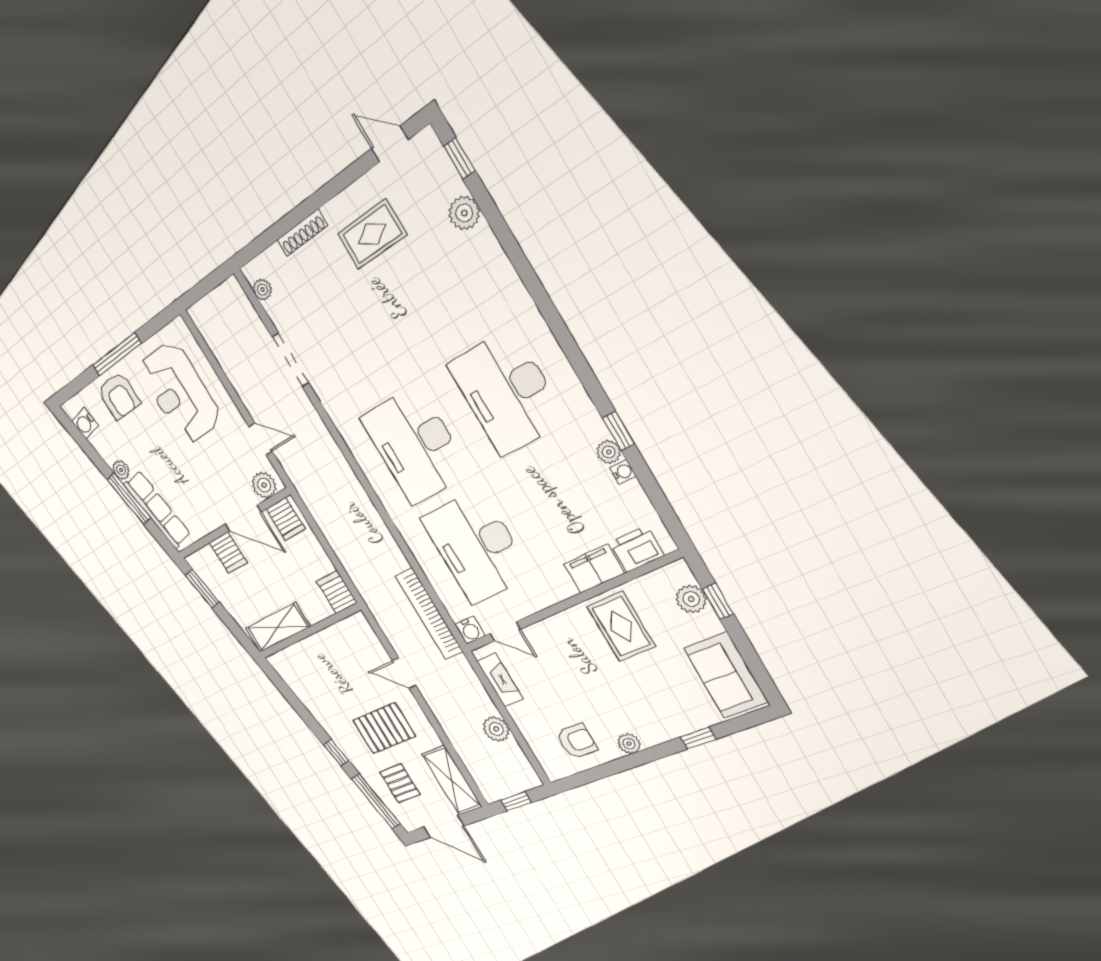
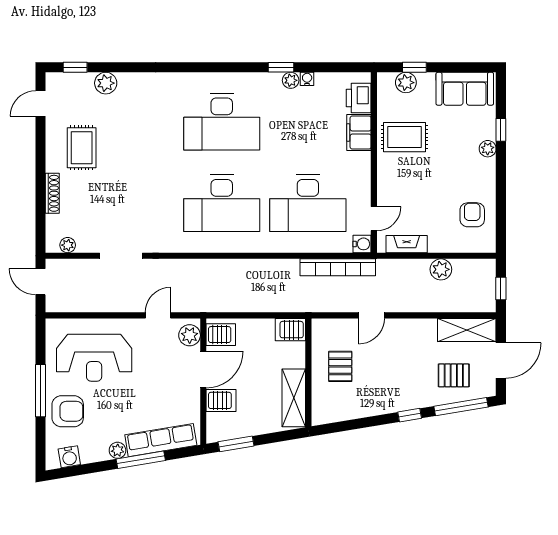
door: (209, 283) -> (41, 282), added
pallet: (384, 728) -> (340, 366), moved, width x0.67, depth x0.71
plant: (629, 744) -> (488, 149), moved

